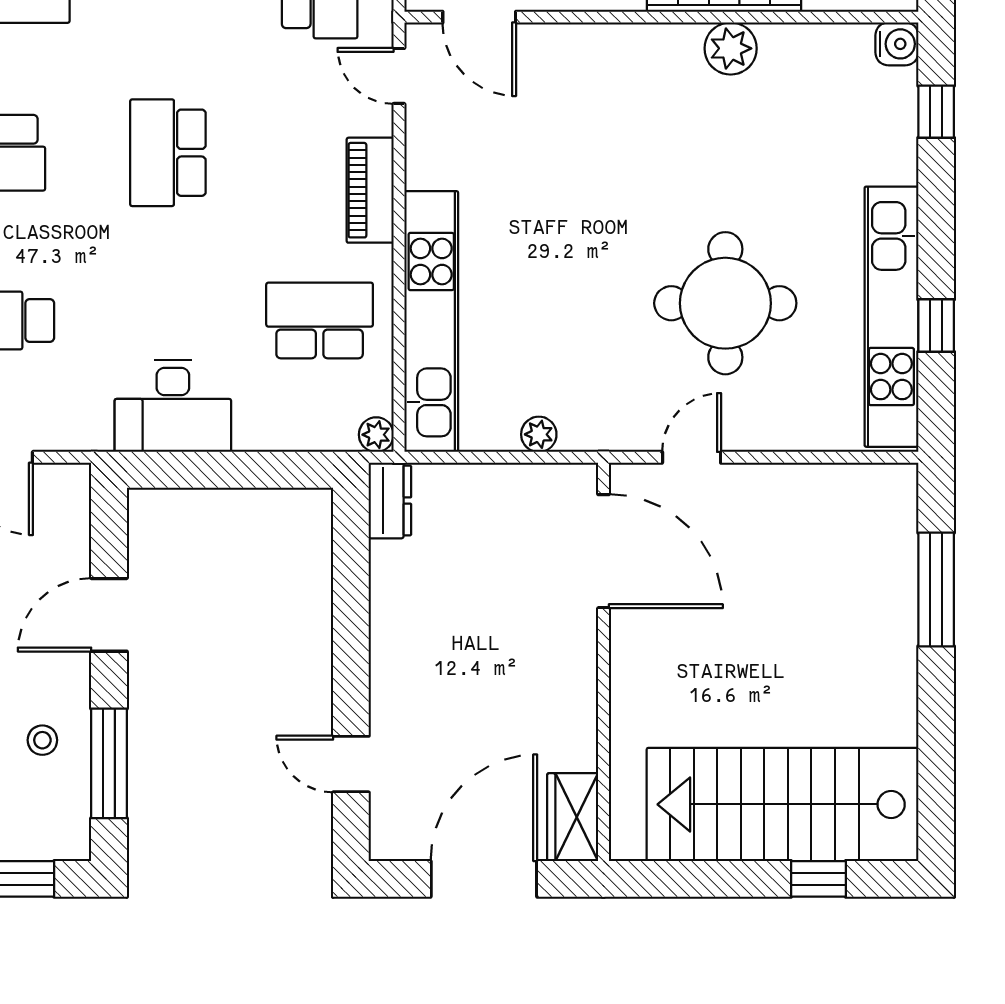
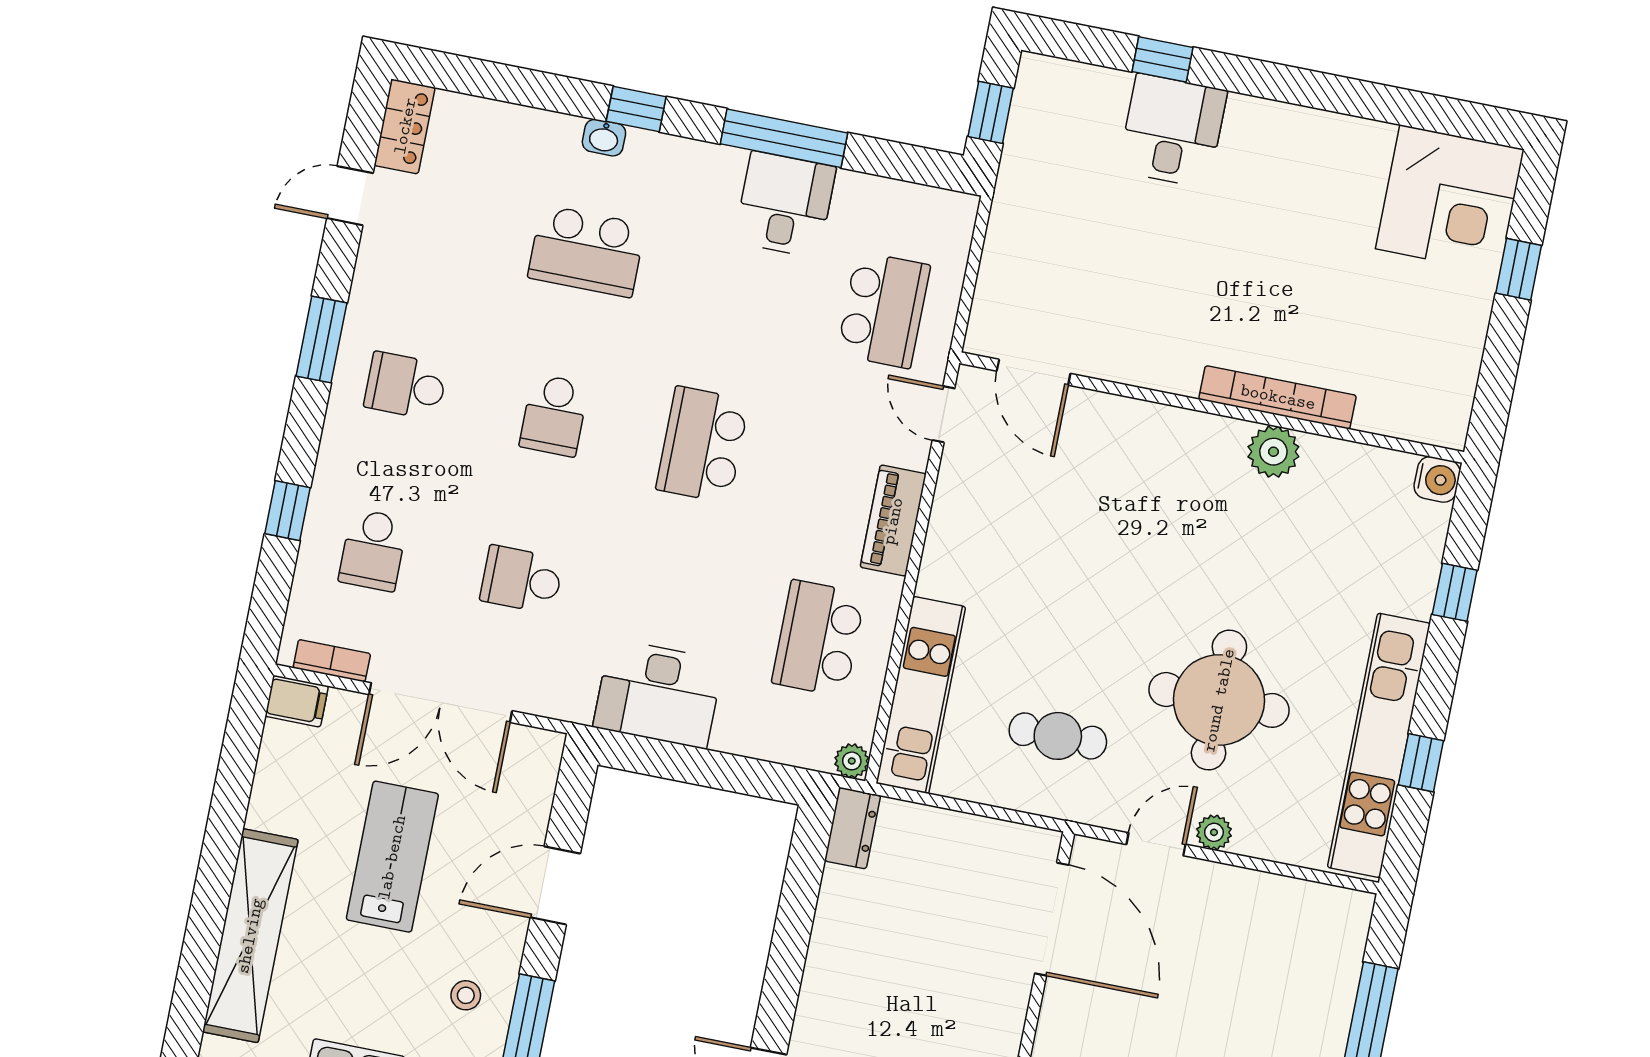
window: (936, 112) -> (1455, 592), moved
school desk: (320, 320) -> (818, 638), turned -90
kitchen unit: (431, 322) -> (921, 695), width x0.73
cafe table: (574, 370) -> (1058, 736), added
plant: (539, 434) -> (1214, 832), moved

